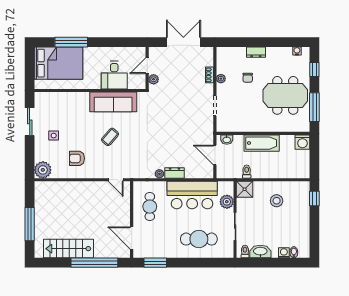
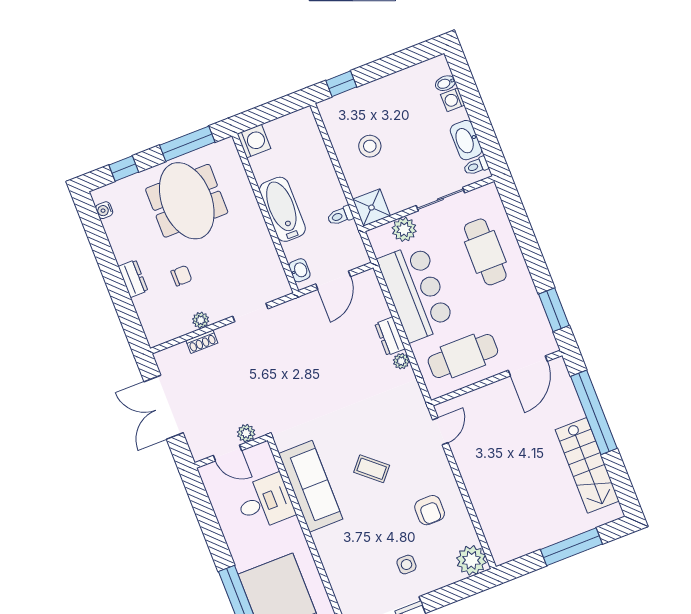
cafe table: (150, 207) -> (463, 356), width x1.37, depth x1.35

